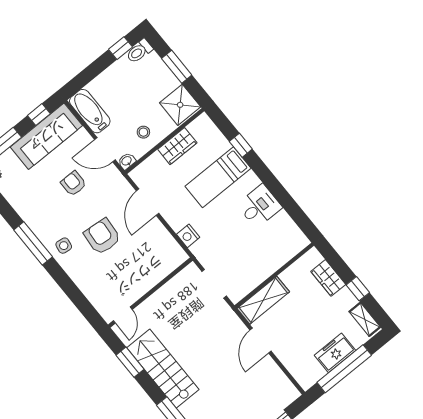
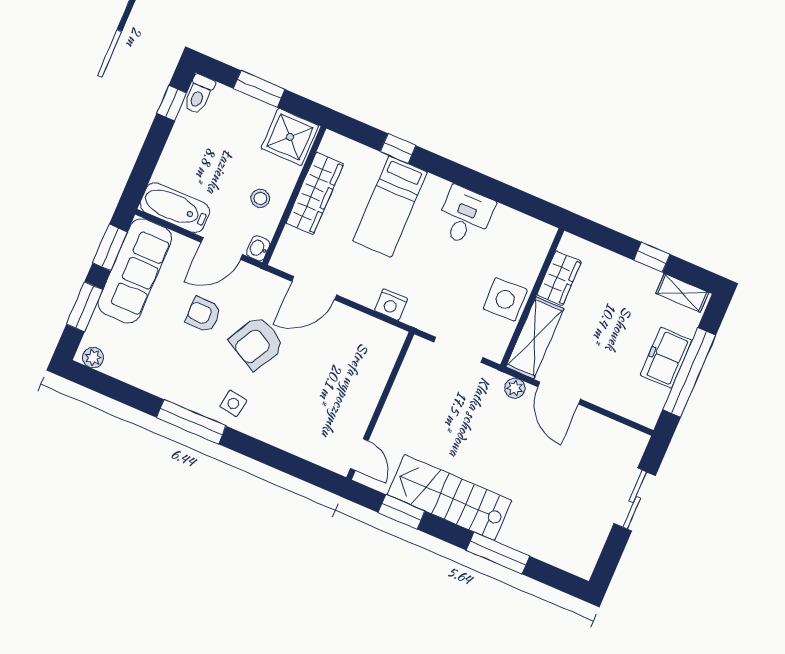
window: (39, 115) -> (110, 247), width x1.50
wardrobe: (177, 146) -> (315, 193), width x1.50
door: (148, 202) -> (314, 288), hinge flipped
armchair: (102, 236) -> (257, 343), moved, turned -67
side table: (258, 268) -> (505, 299), added
wardrobe: (328, 278) -> (559, 278), moved, turned -90
plant: (236, 324) -> (515, 388), added

